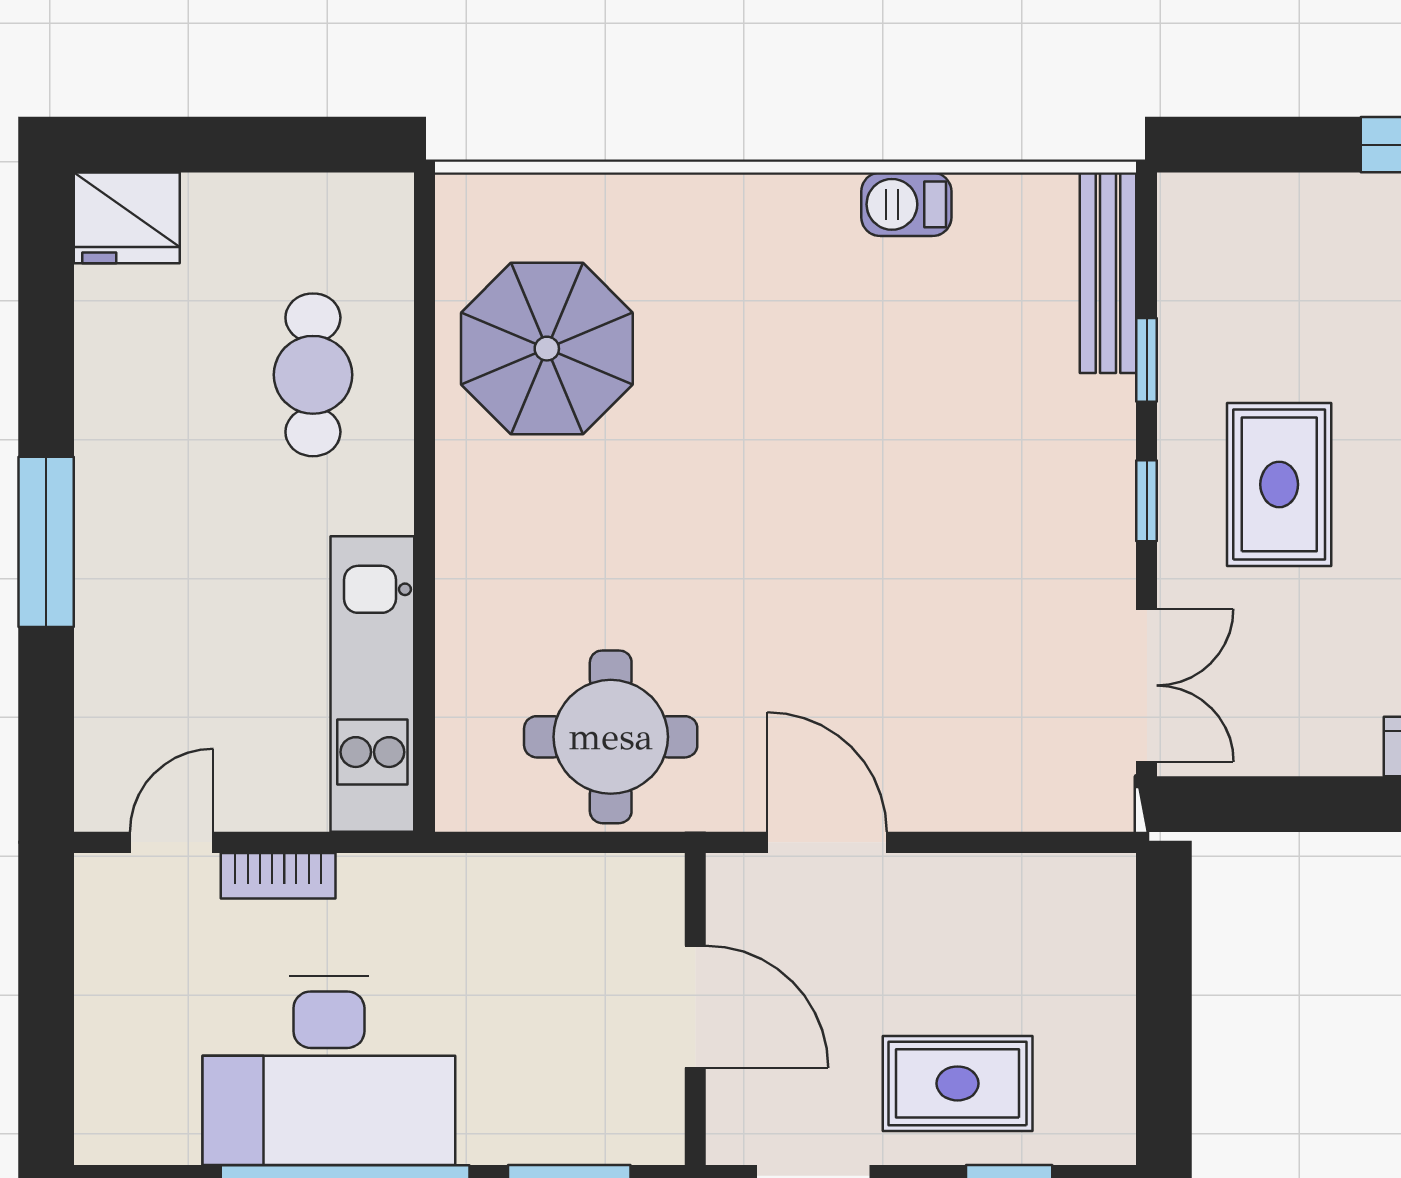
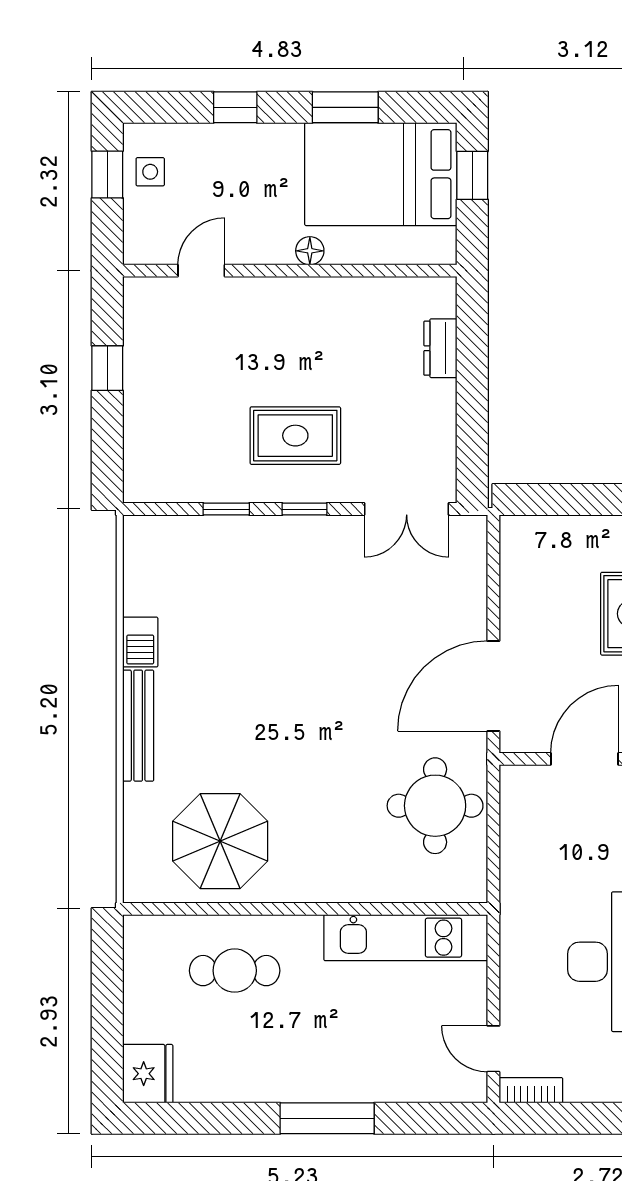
bench: (1108, 273) -> (138, 726), moved, turned 90
double door: (1147, 685) -> (407, 509), swing flipped
door: (827, 842) -> (493, 686), width x1.36
bookcase: (278, 876) -> (531, 1090), moved, turned -90

